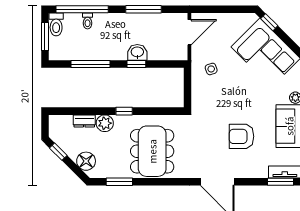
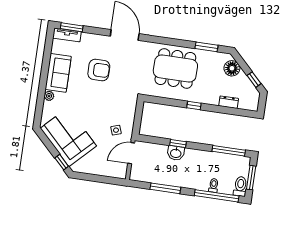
door: (189, 32) -> (131, 153), moved
window: (91, 64) -> (229, 151), moved
plant: (105, 123) -> (212, 98), removed
dining table: (152, 151) -> (175, 68), turned 90

